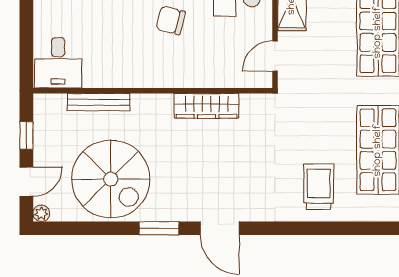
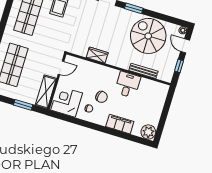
desk: (58, 63) -> (128, 85), moved
wardrobe: (206, 106) -> (97, 55), width x0.67
door: (26, 182) -> (185, 46), hinge flipped

